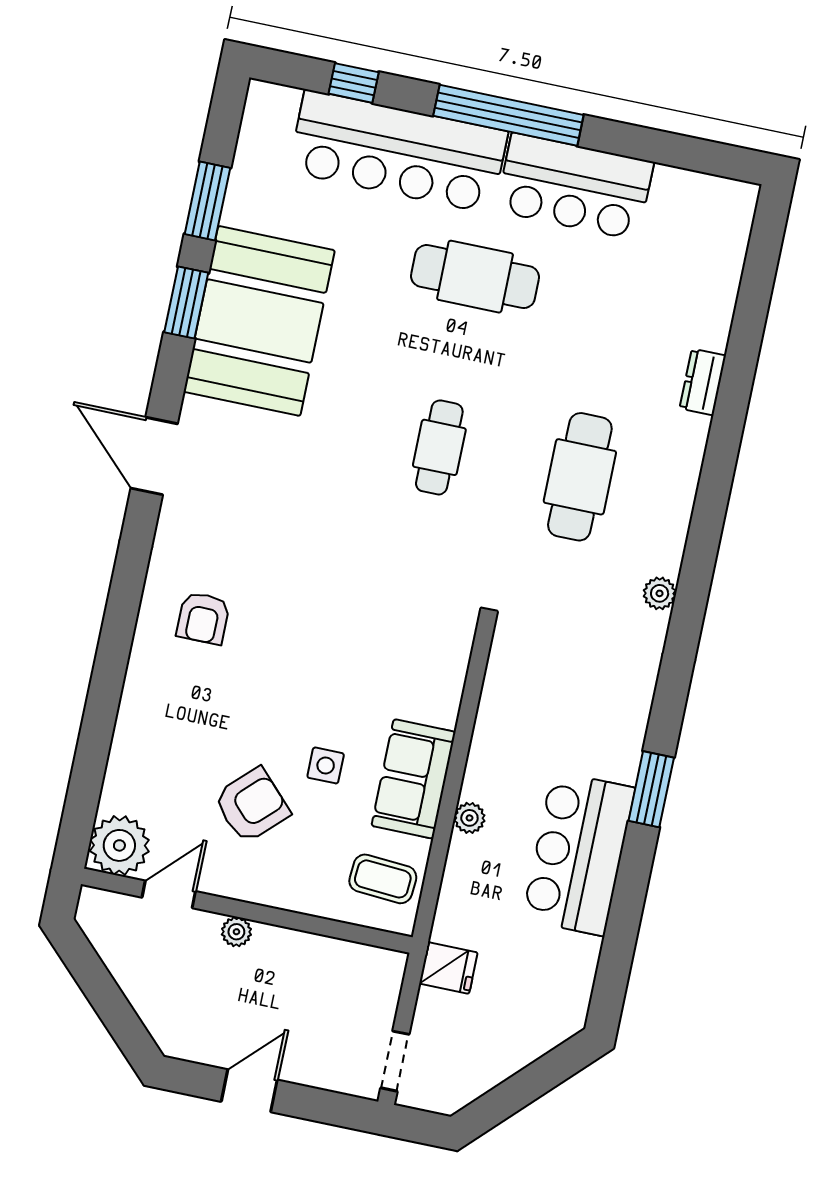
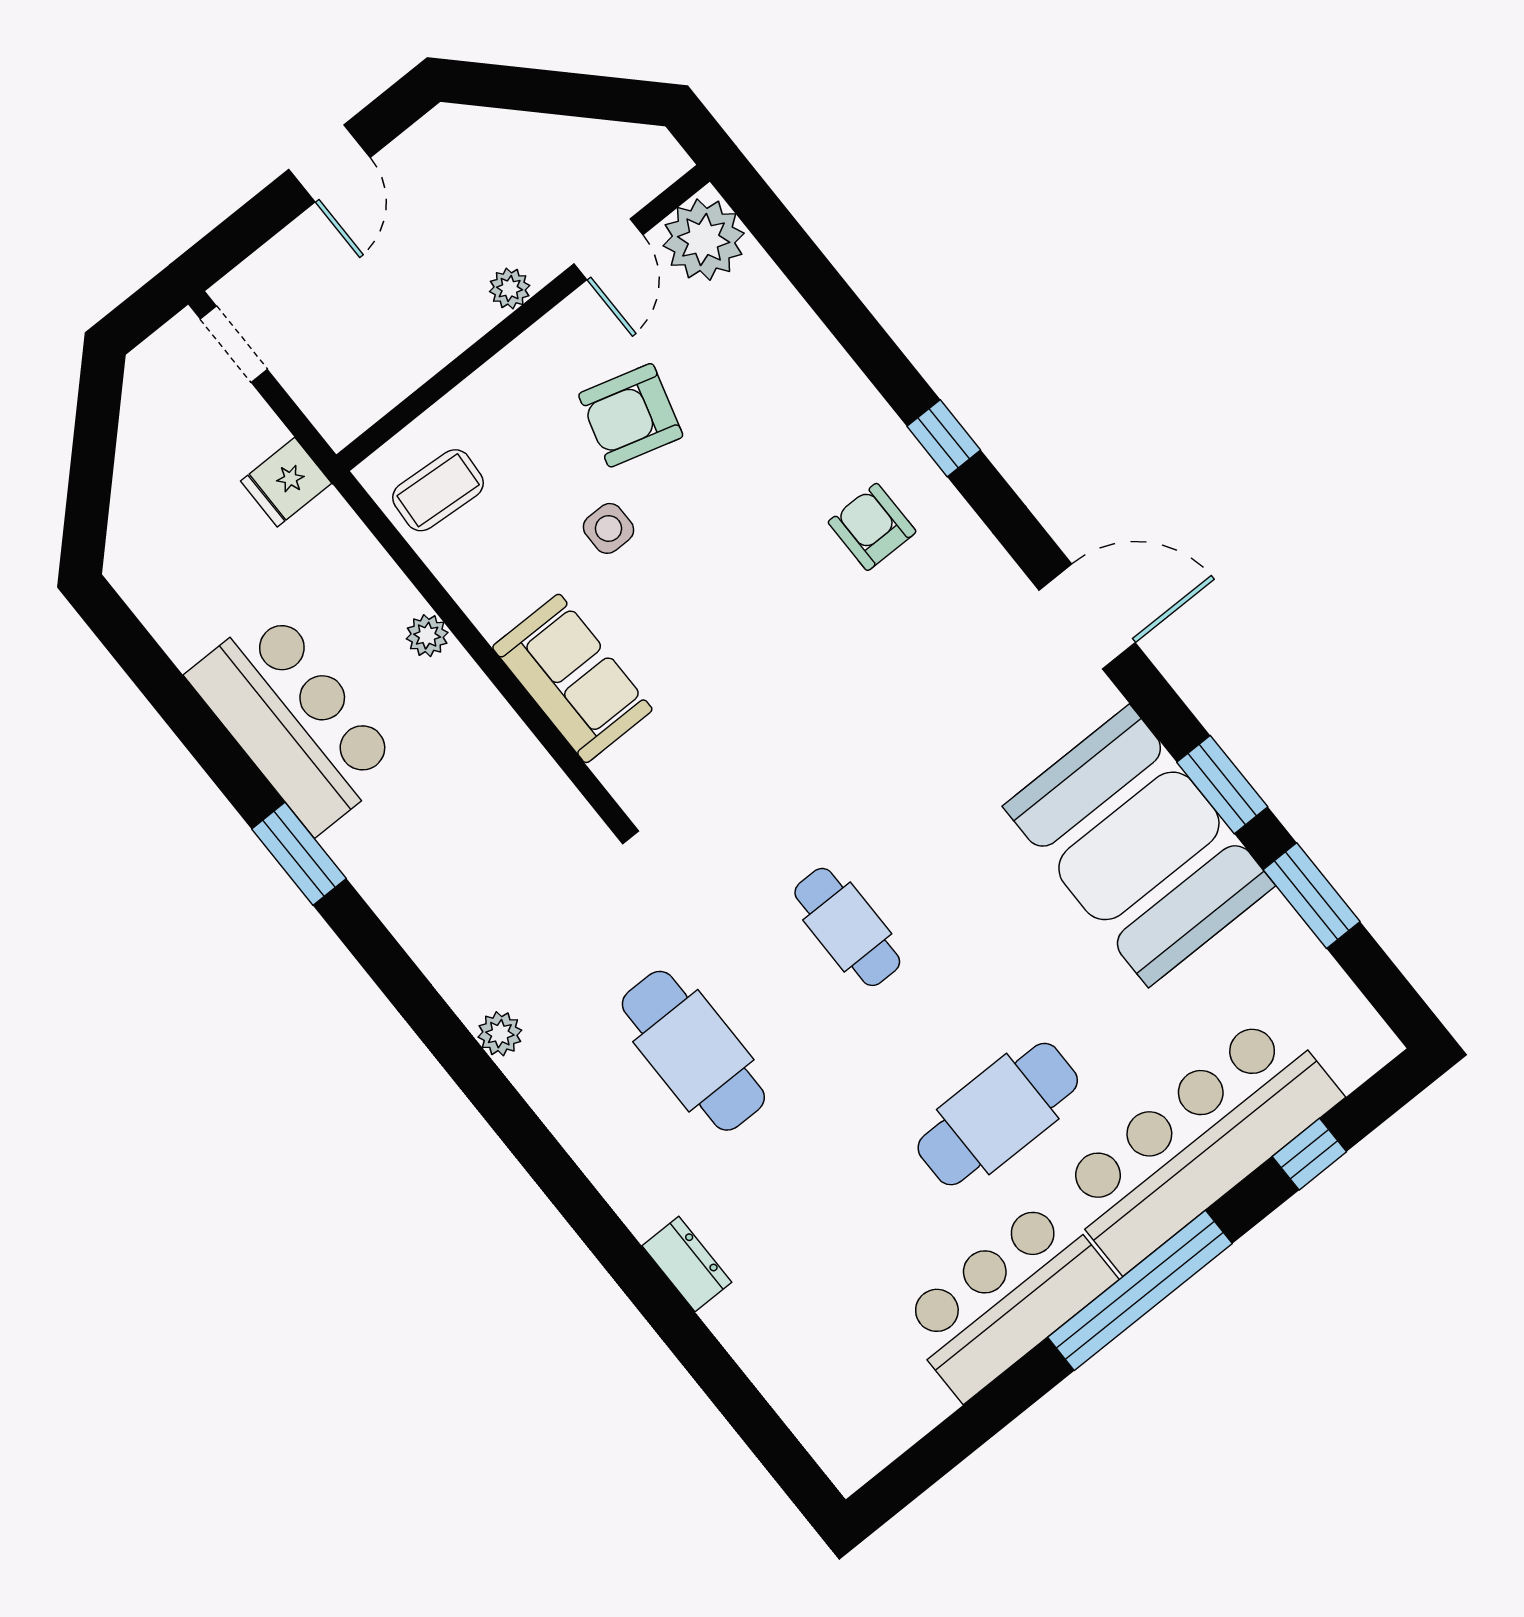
window: (120, 619) -> (944, 438), added
sofa: (414, 779) -> (572, 678), moved
armchair: (252, 805) -> (631, 415), turned 60

